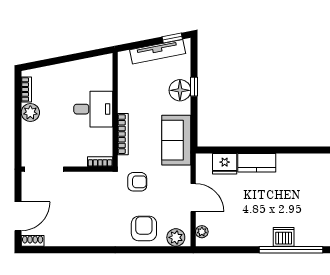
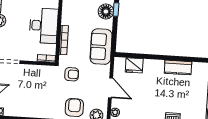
desk: (93, 109) -> (44, 26), width x1.37
kitchen counter: (257, 163) -> (178, 67), moved

